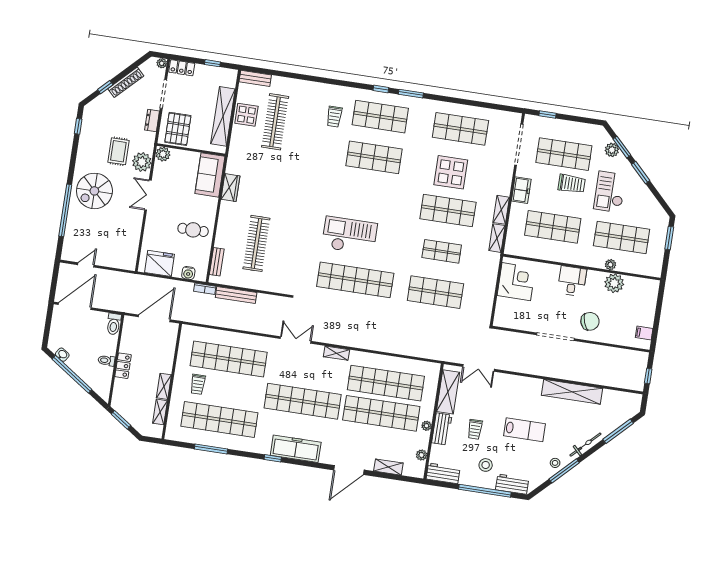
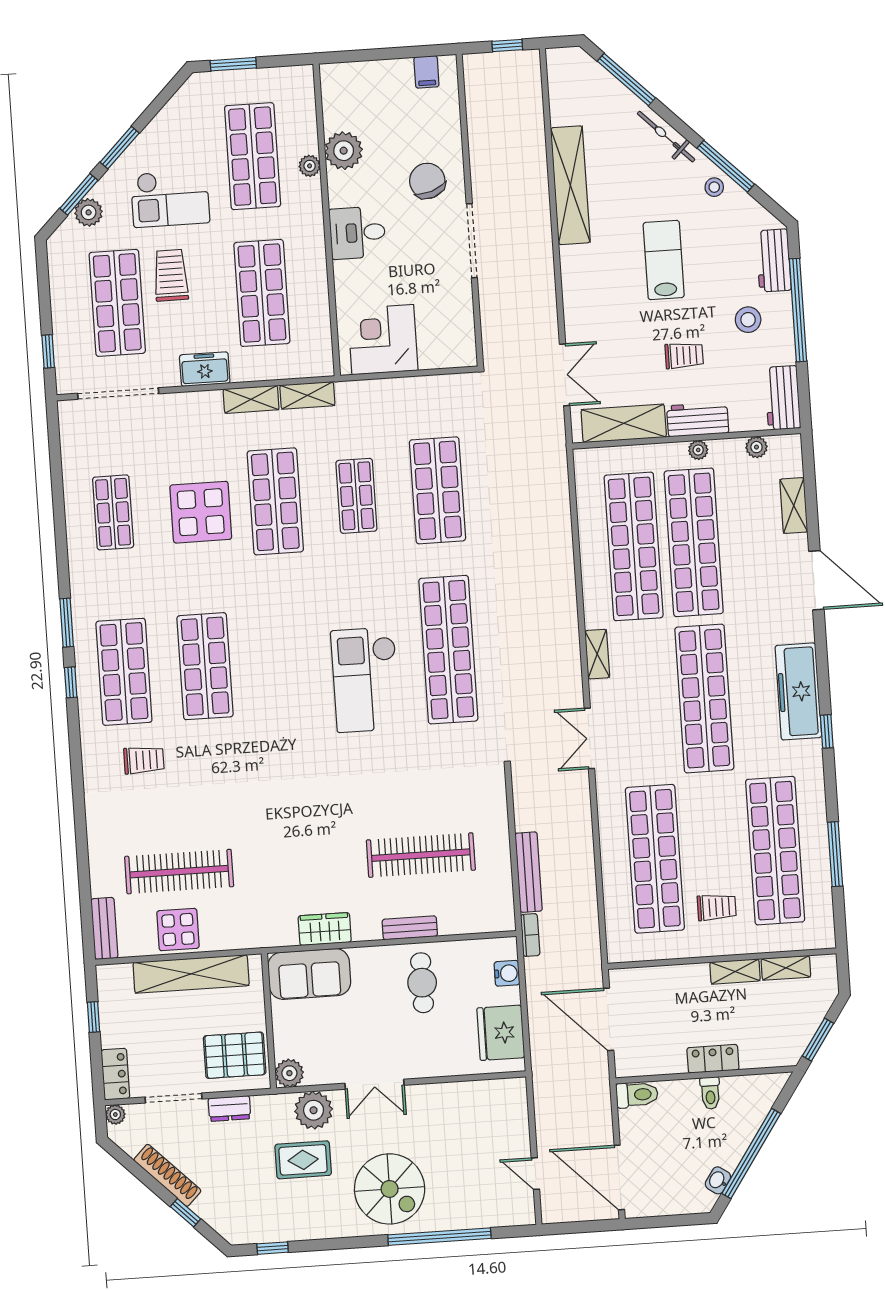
shop shelf: (460, 129) -> (113, 512), width x0.70, depth x0.74
bench: (217, 262) -> (410, 928), moved

